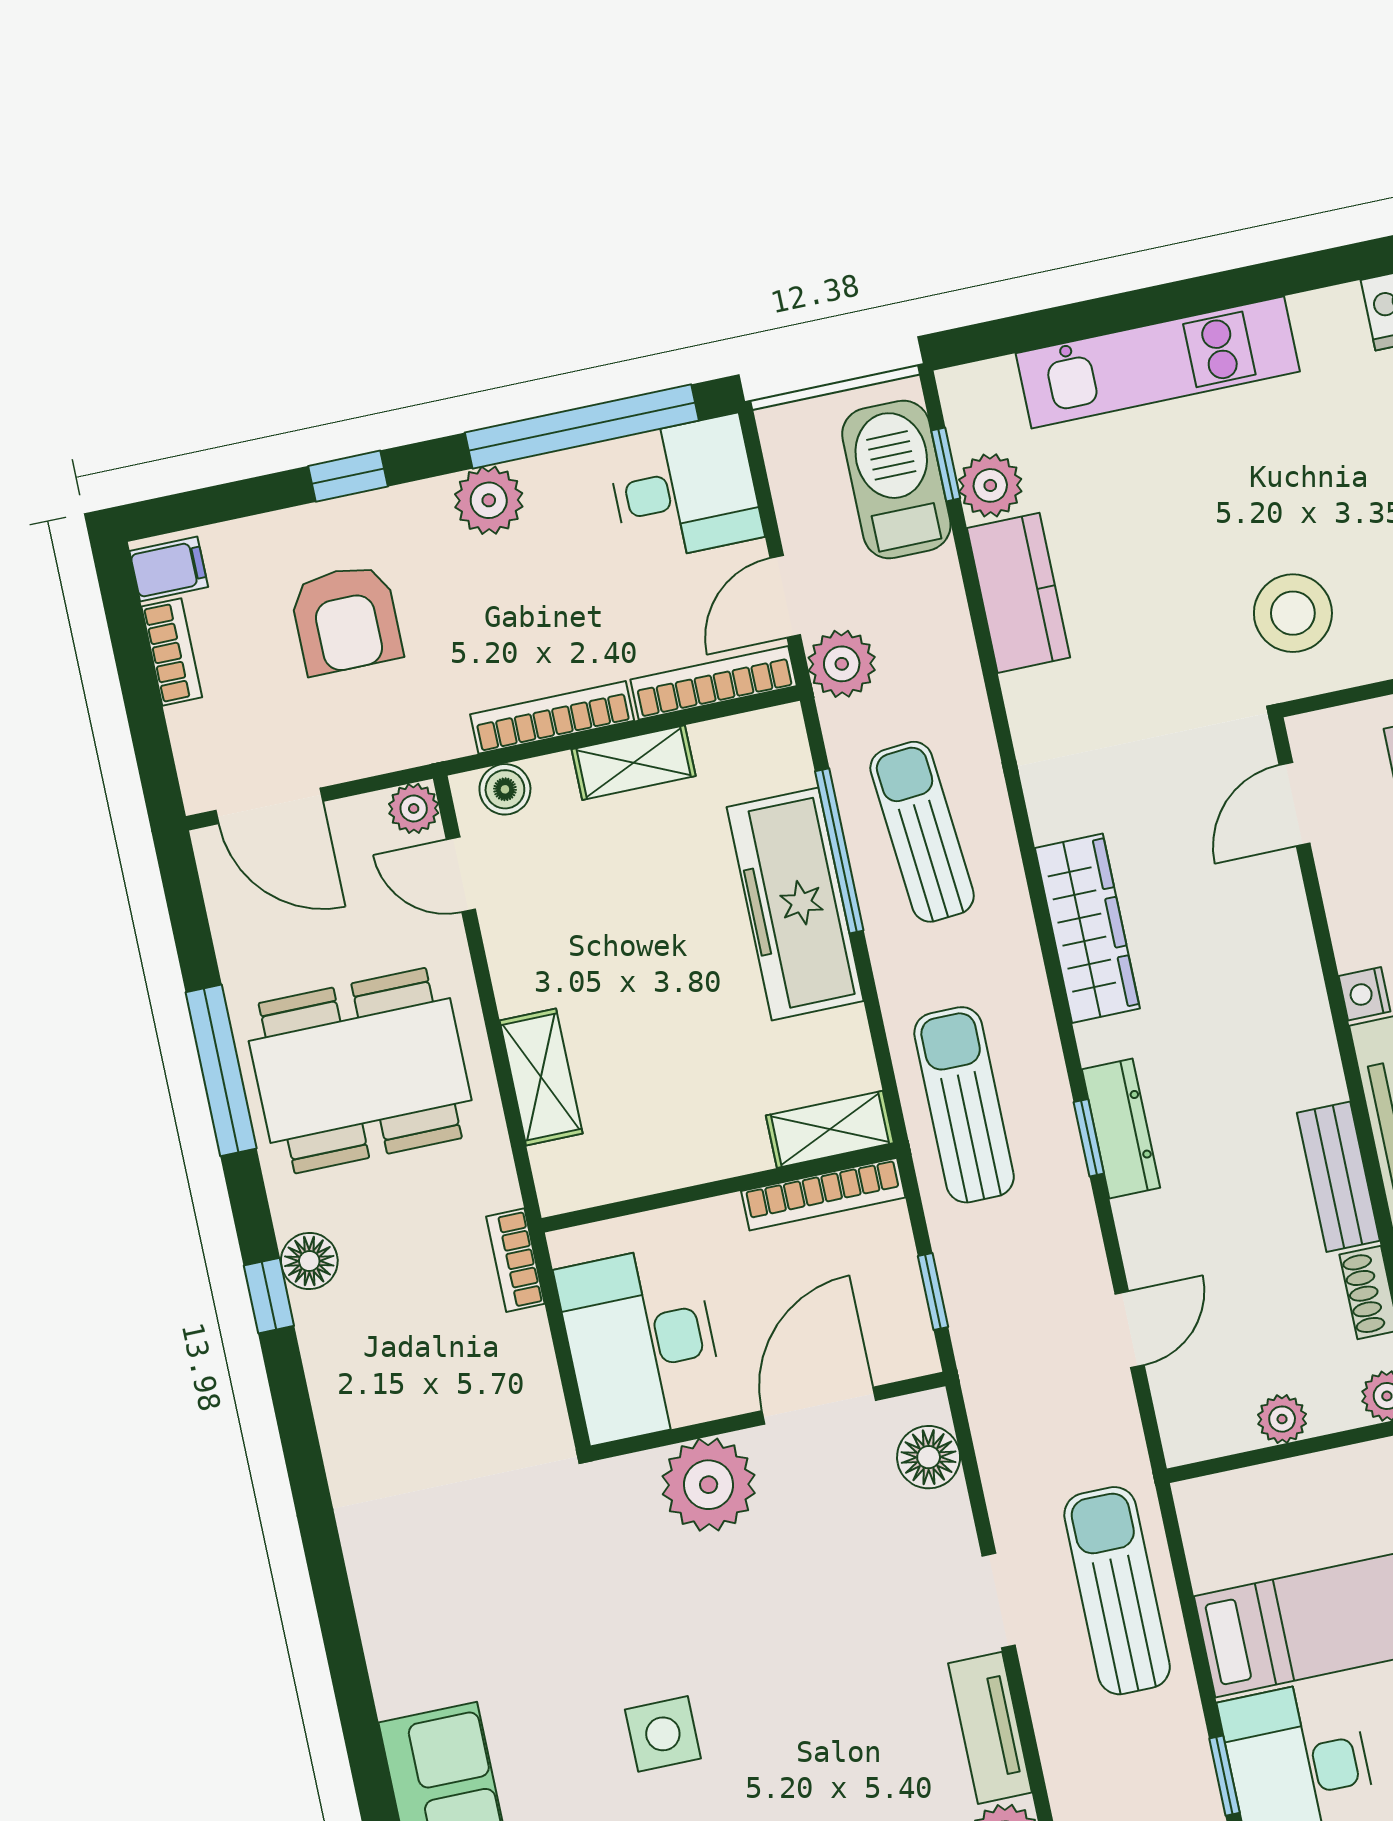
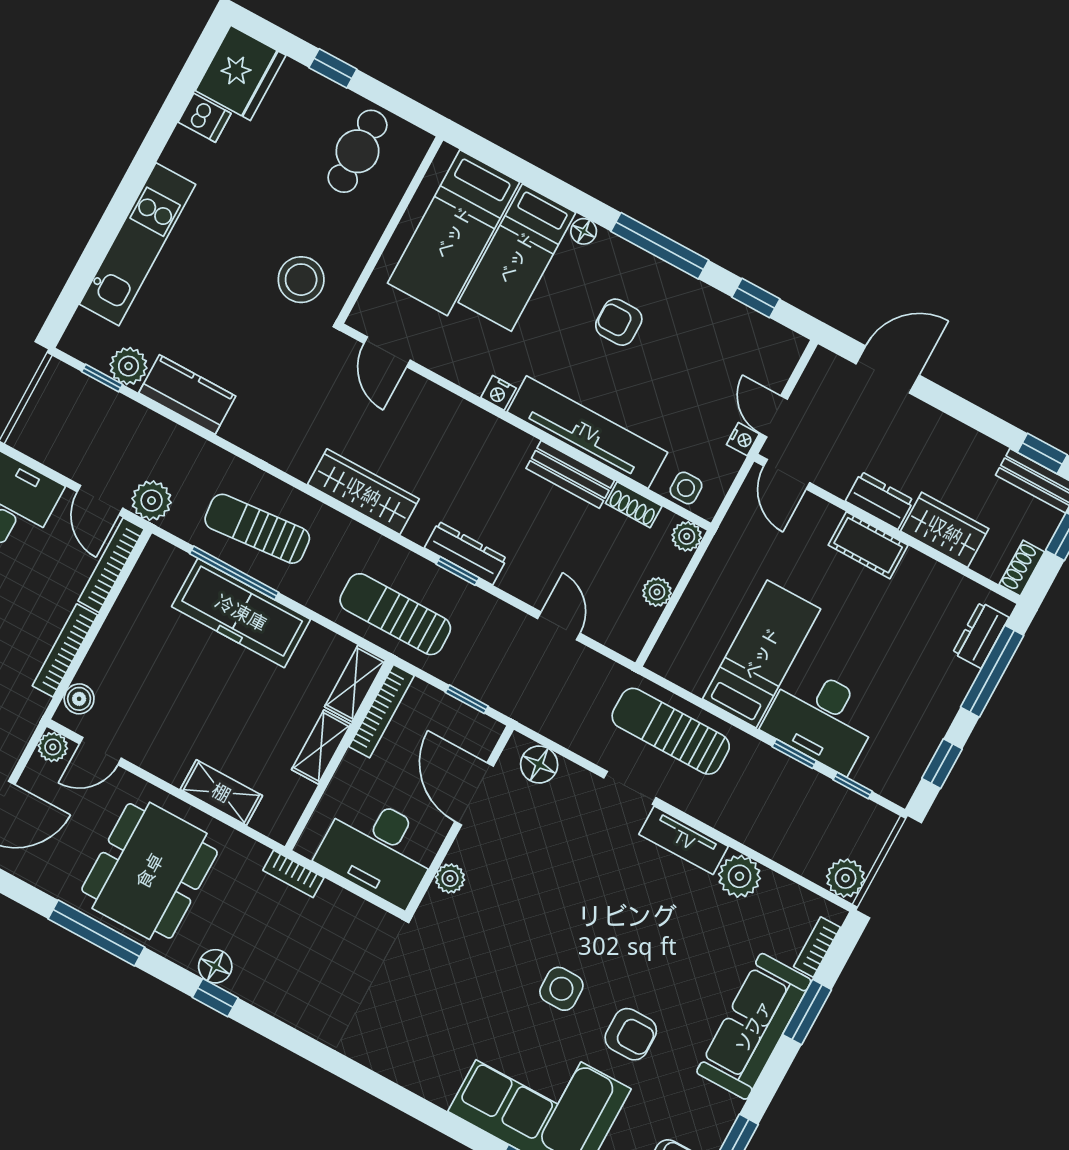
barbecue: (896, 479) -> (90, 406), removed
shelving: (634, 763) -> (321, 747), moved
plant: (709, 1485) -> (450, 878), width x0.53, depth x0.53

